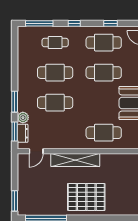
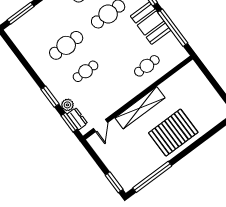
cafe table: (55, 43) -> (47, 19), removed
cafe table: (55, 103) -> (86, 71), width x0.73, depth x0.74
cafe table: (104, 133) -> (147, 66), width x0.73, depth x0.74

